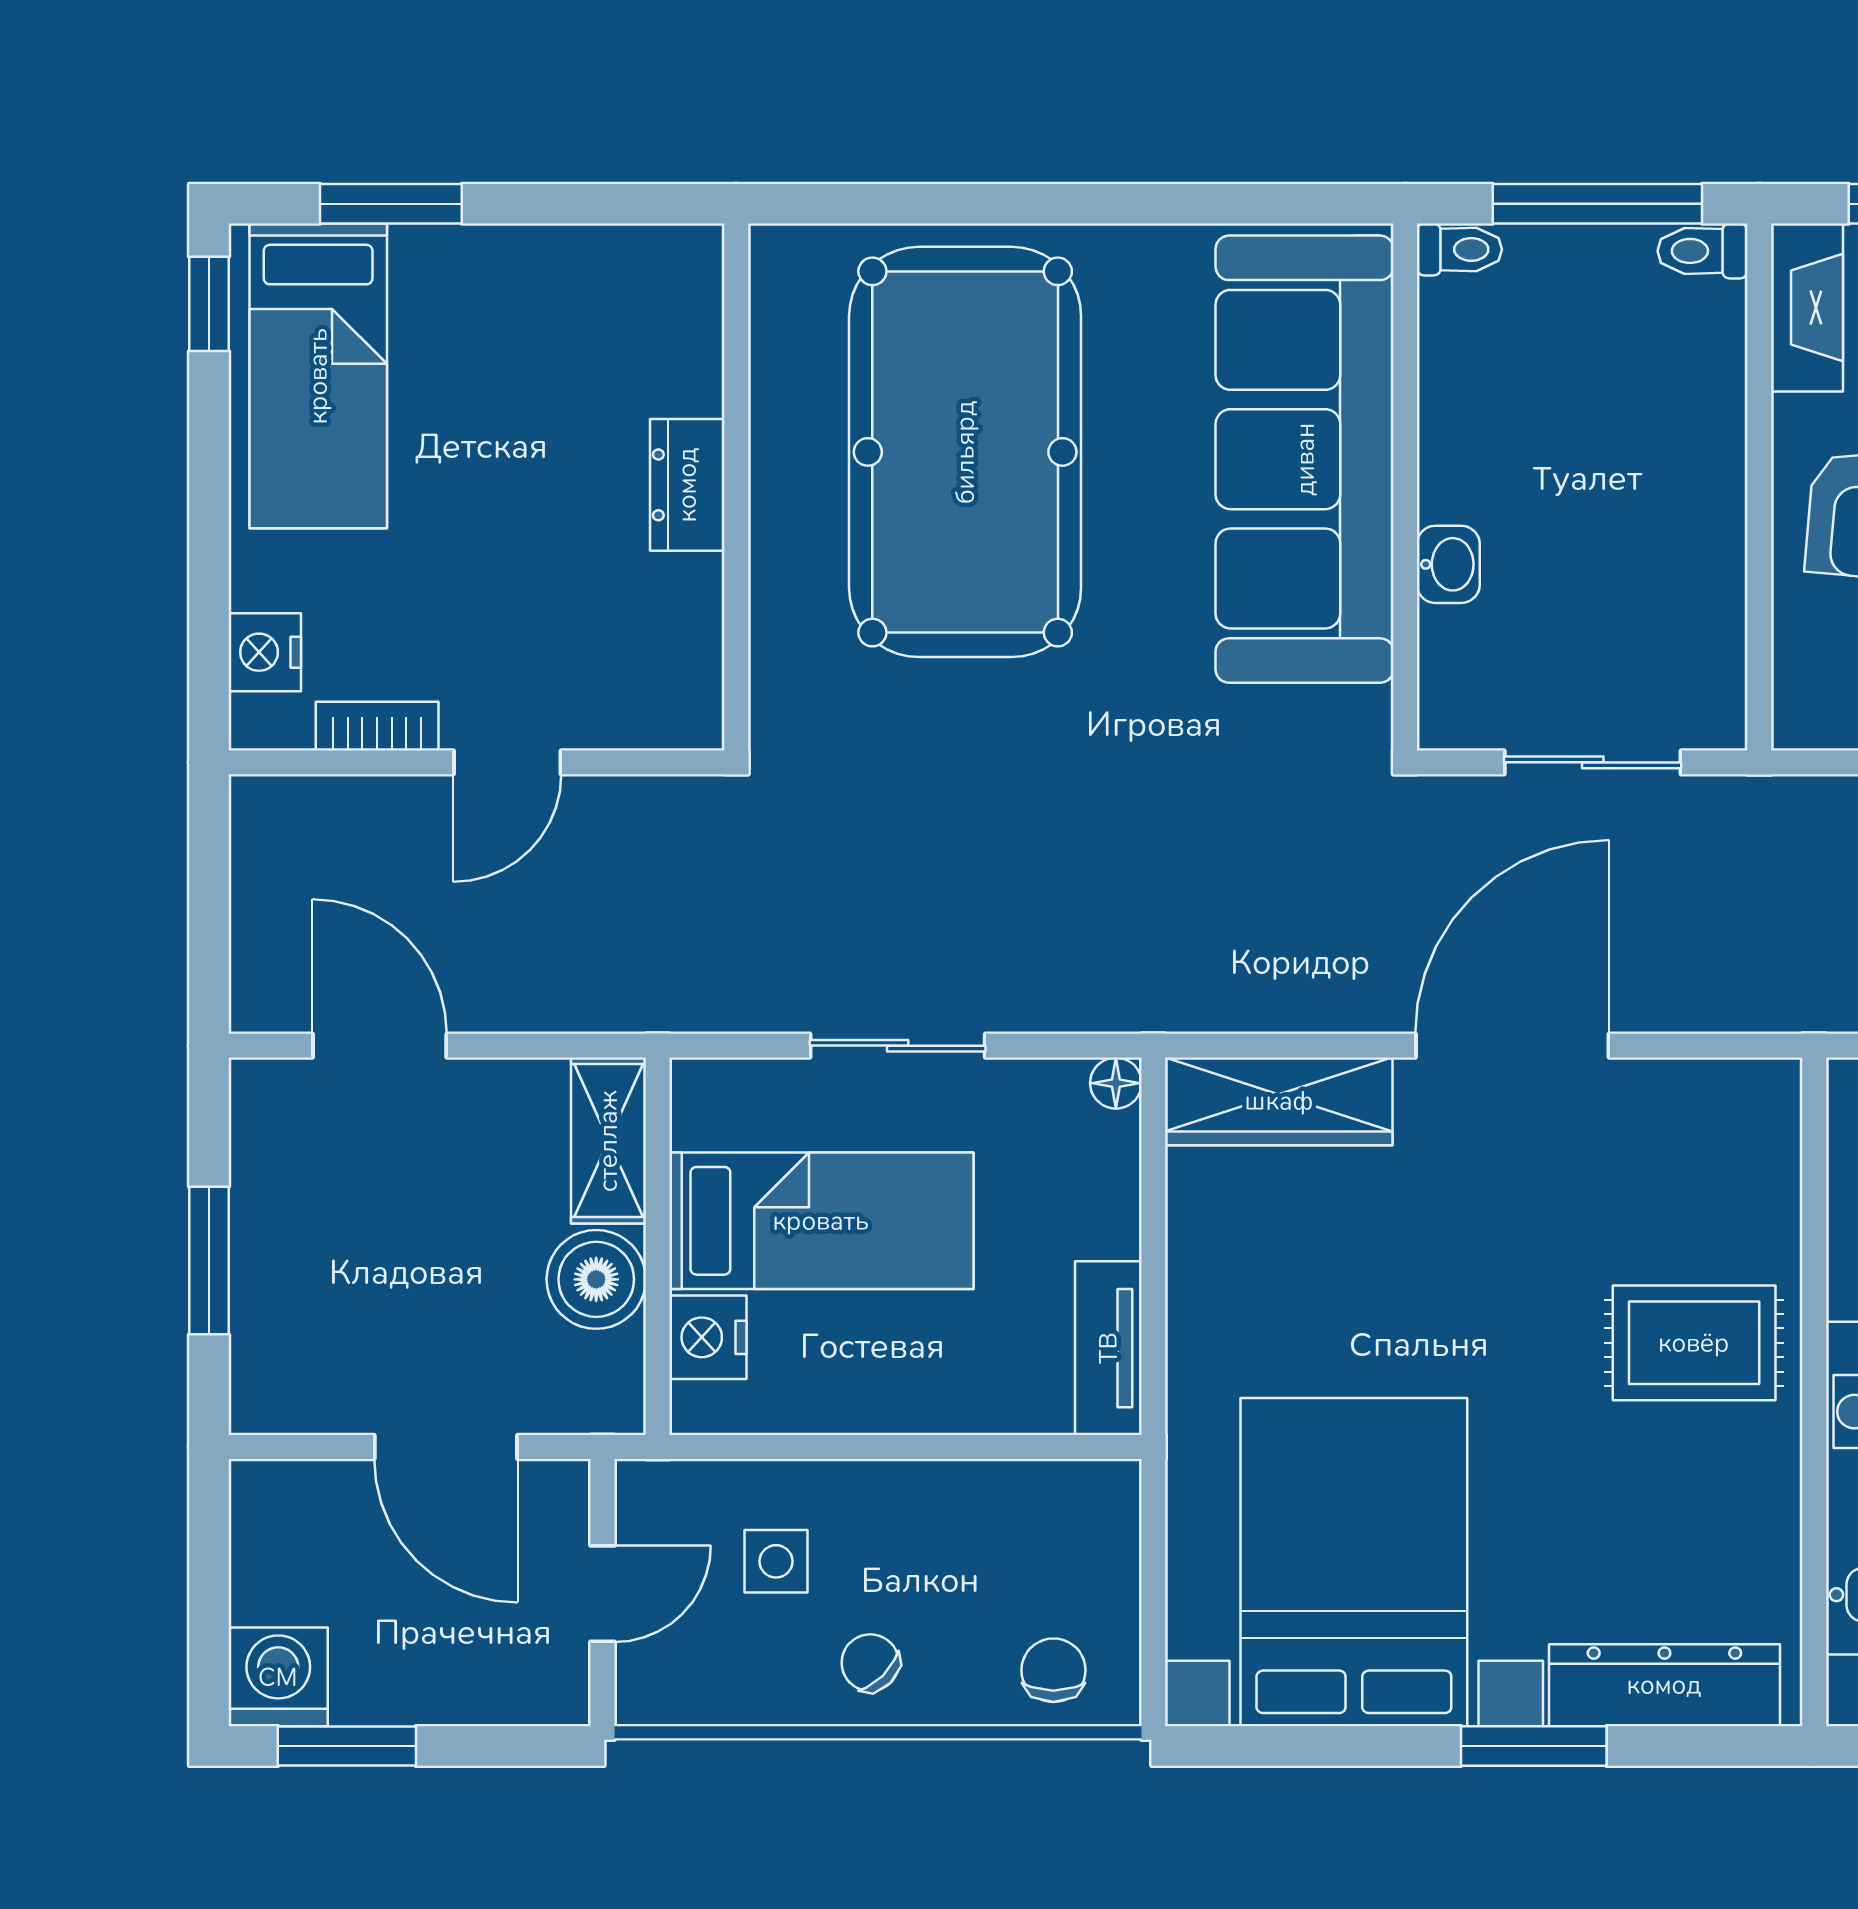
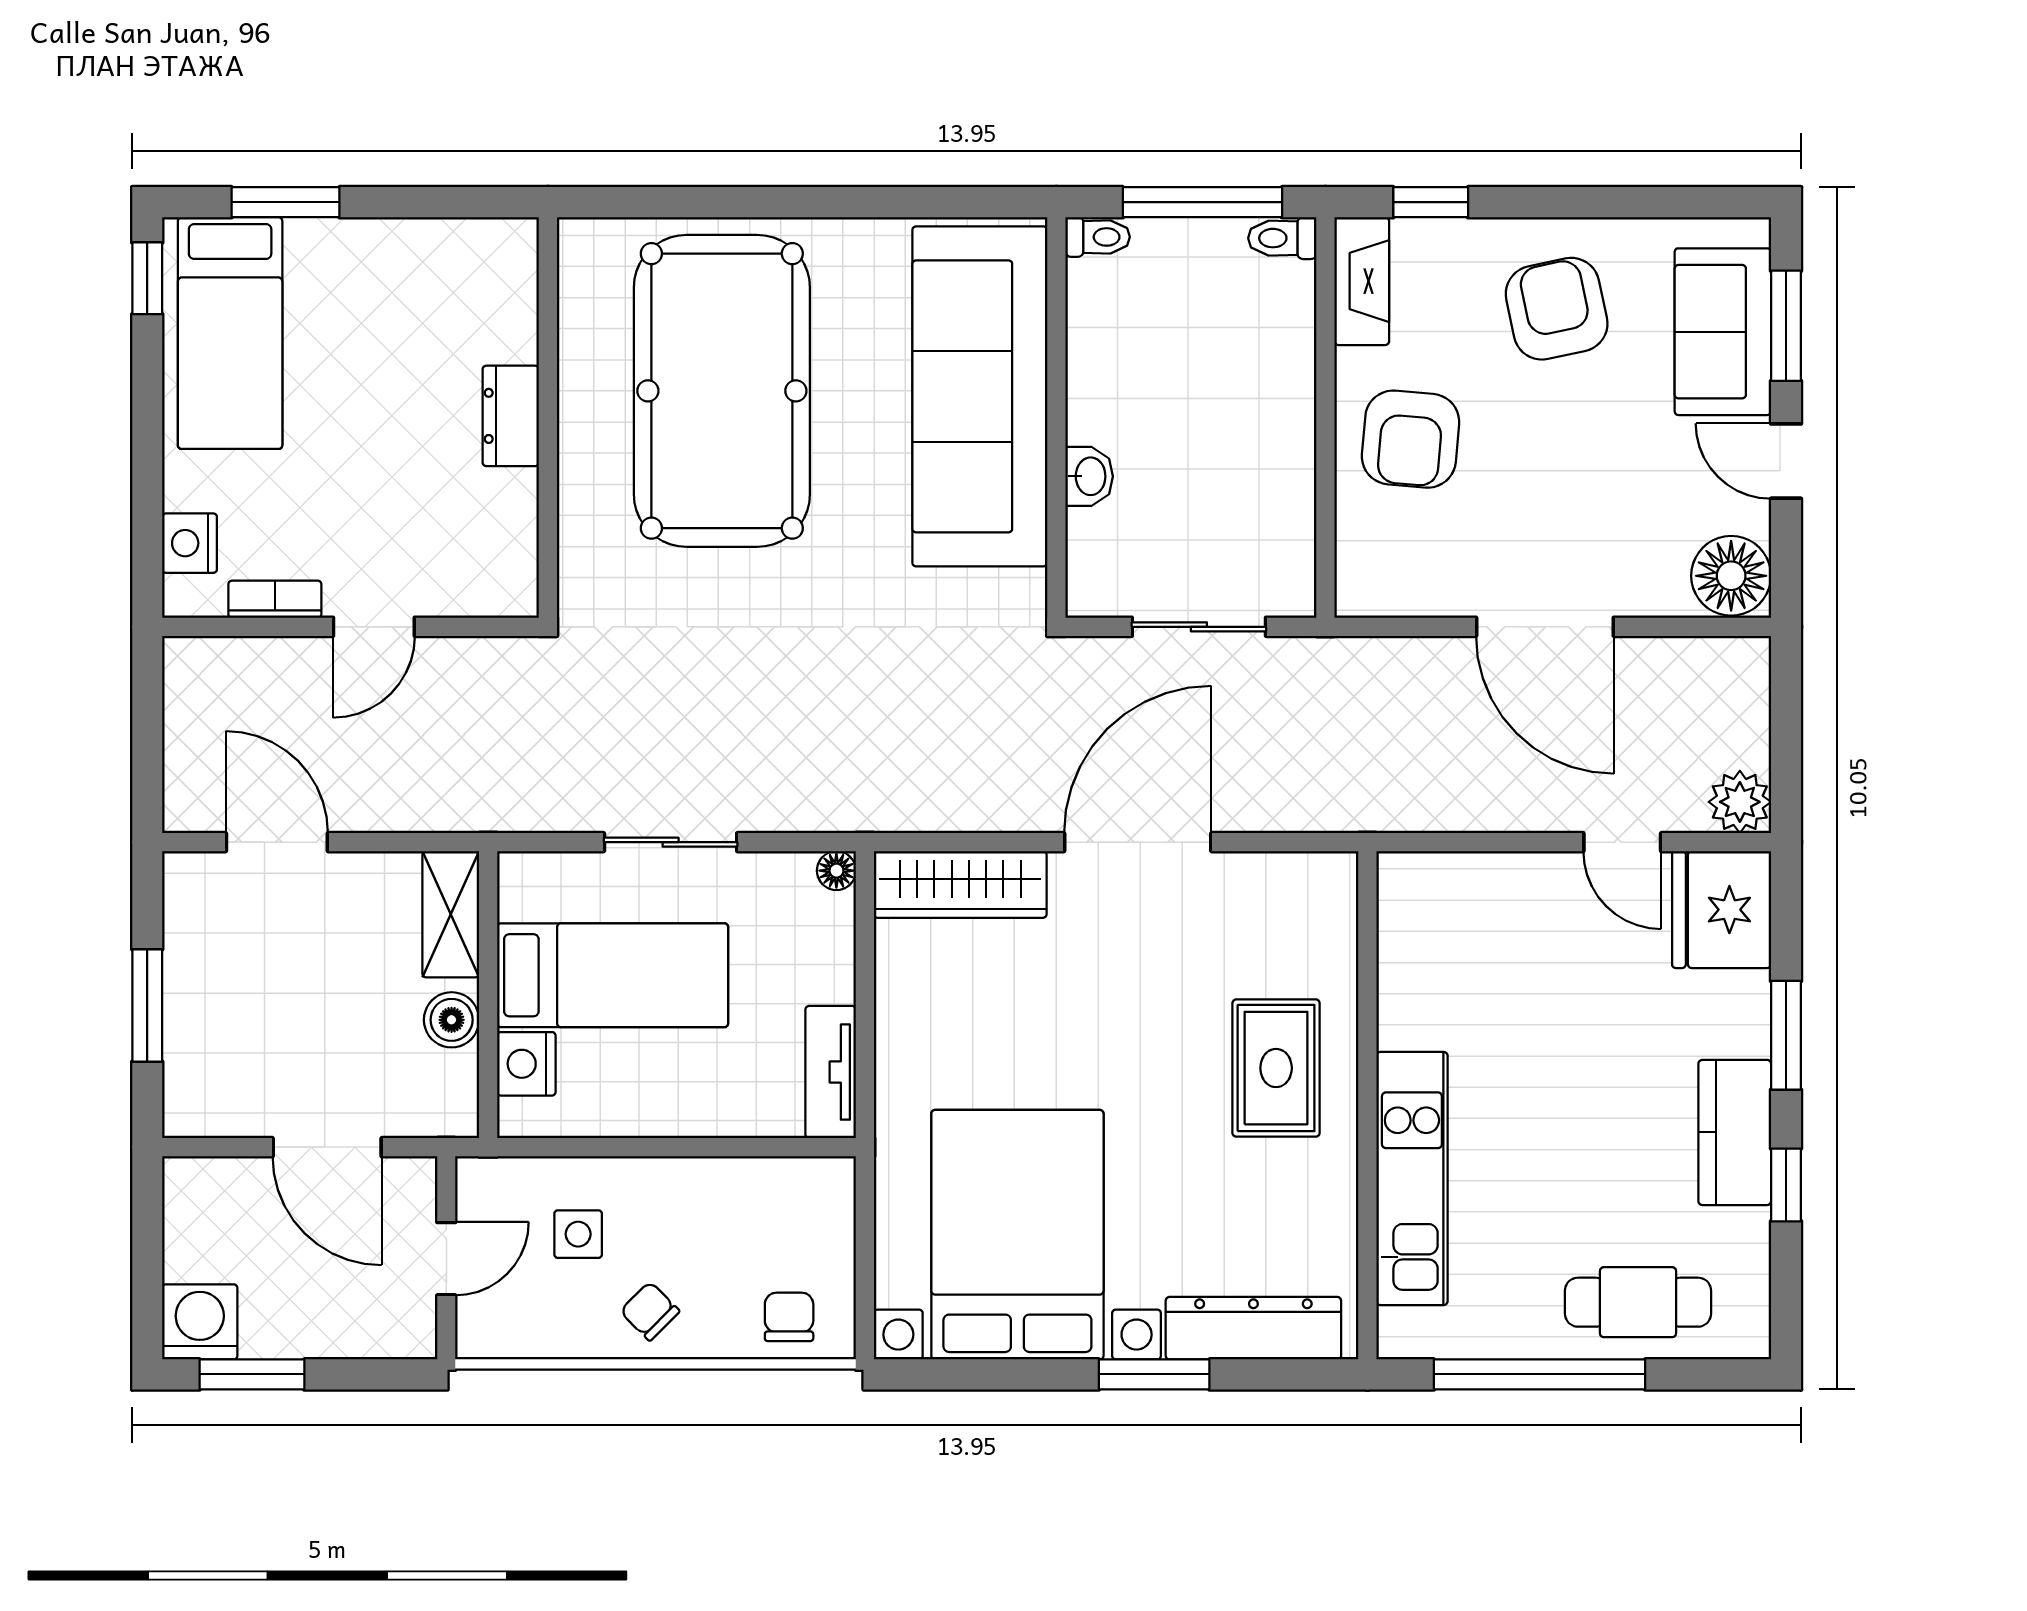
boiler: (596, 1279) -> (452, 1020), width x0.73, depth x0.73
rug: (1694, 1343) -> (1276, 1068), turned 90

